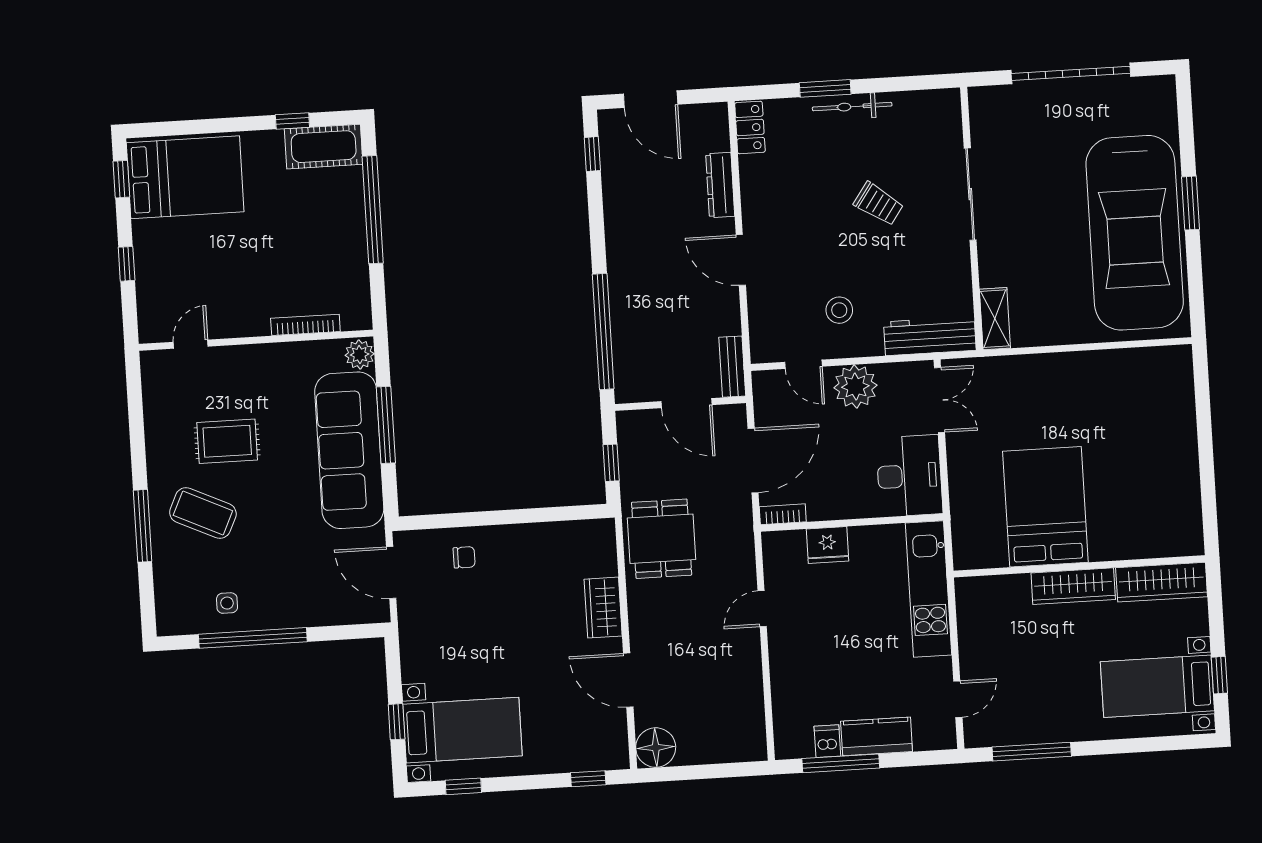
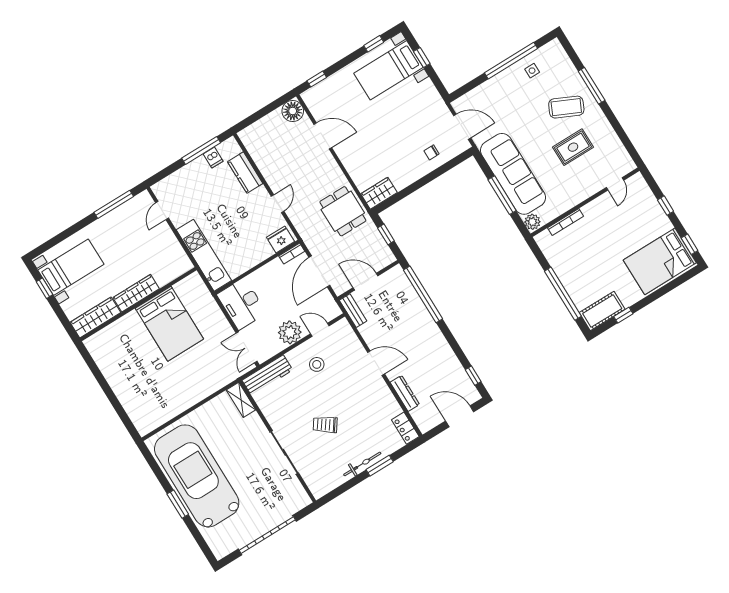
fridge: (827, 545) -> (280, 239), moved
wardrobe: (603, 608) -> (379, 193), moved, turned -90
kitchen counter: (877, 736) -> (245, 173), moved, turned 90

